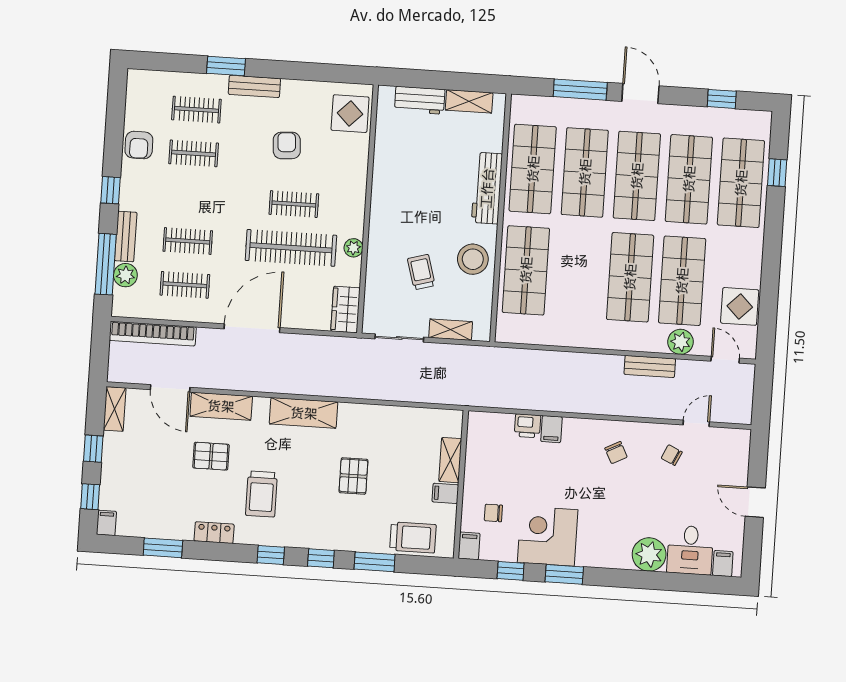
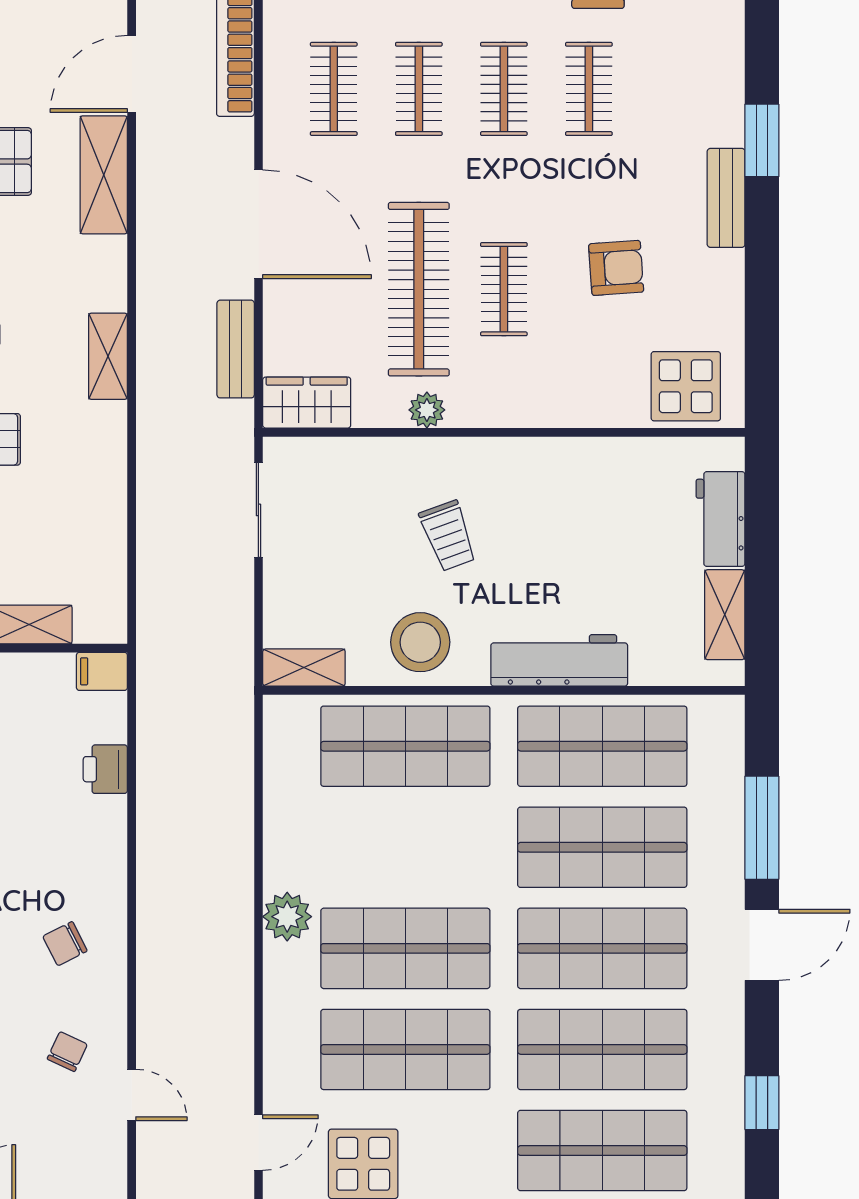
clothes rail: (196, 110) -> (504, 89), moved
trolley: (421, 272) -> (448, 536), moved, turned 86
shelving: (451, 330) -> (304, 668), moved, turned 90
plant: (680, 342) -> (287, 917), moved
bench: (650, 366) -> (236, 349), moved
shelving: (304, 413) -> (108, 356), width x0.67, depth x0.75
filing cabinet: (551, 429) -> (102, 671), moved

